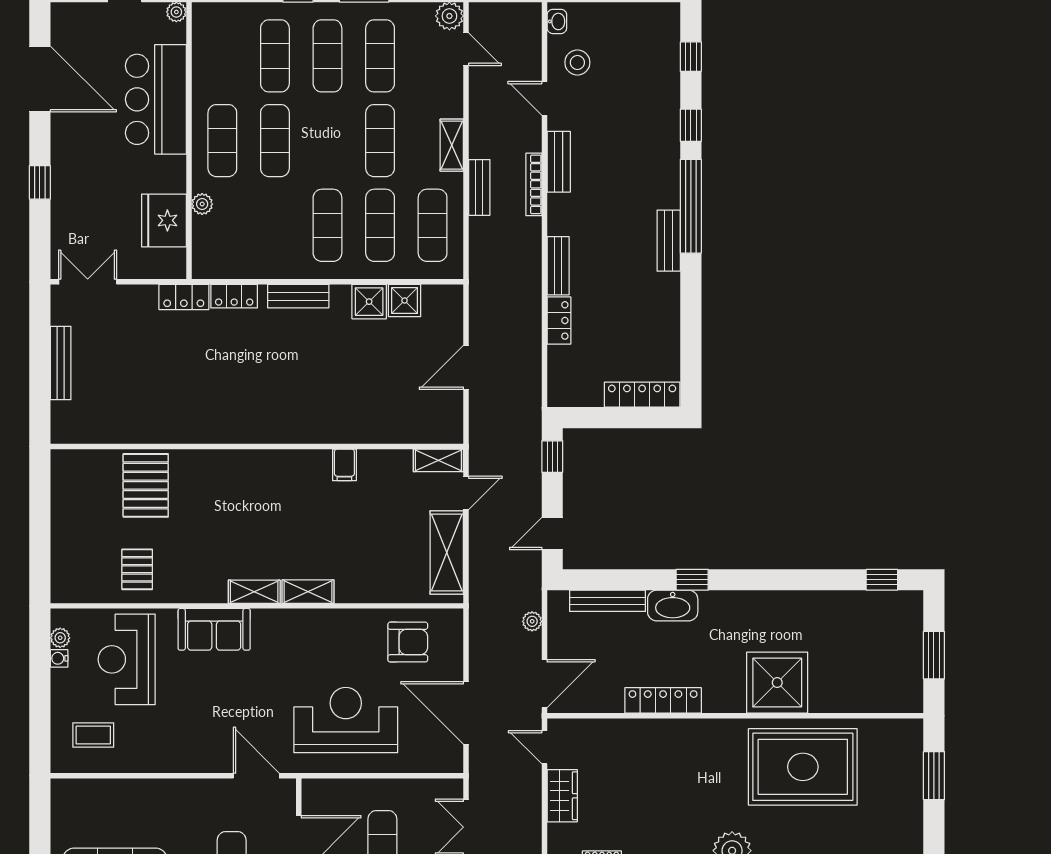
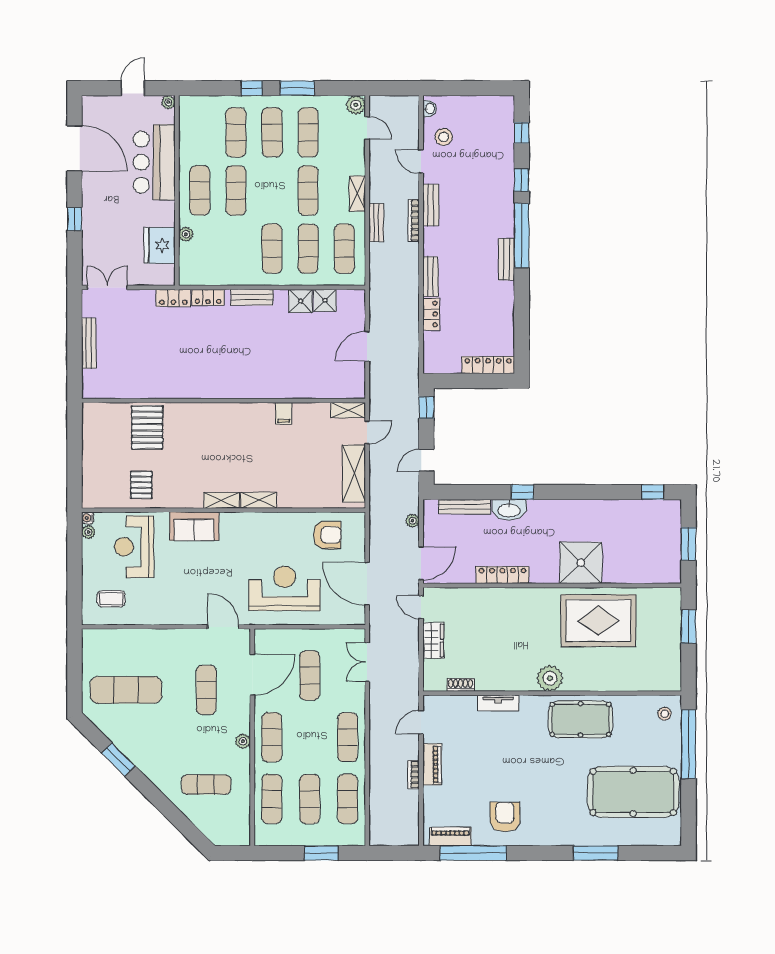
water cooler: (59, 658) -> (88, 518), moved

